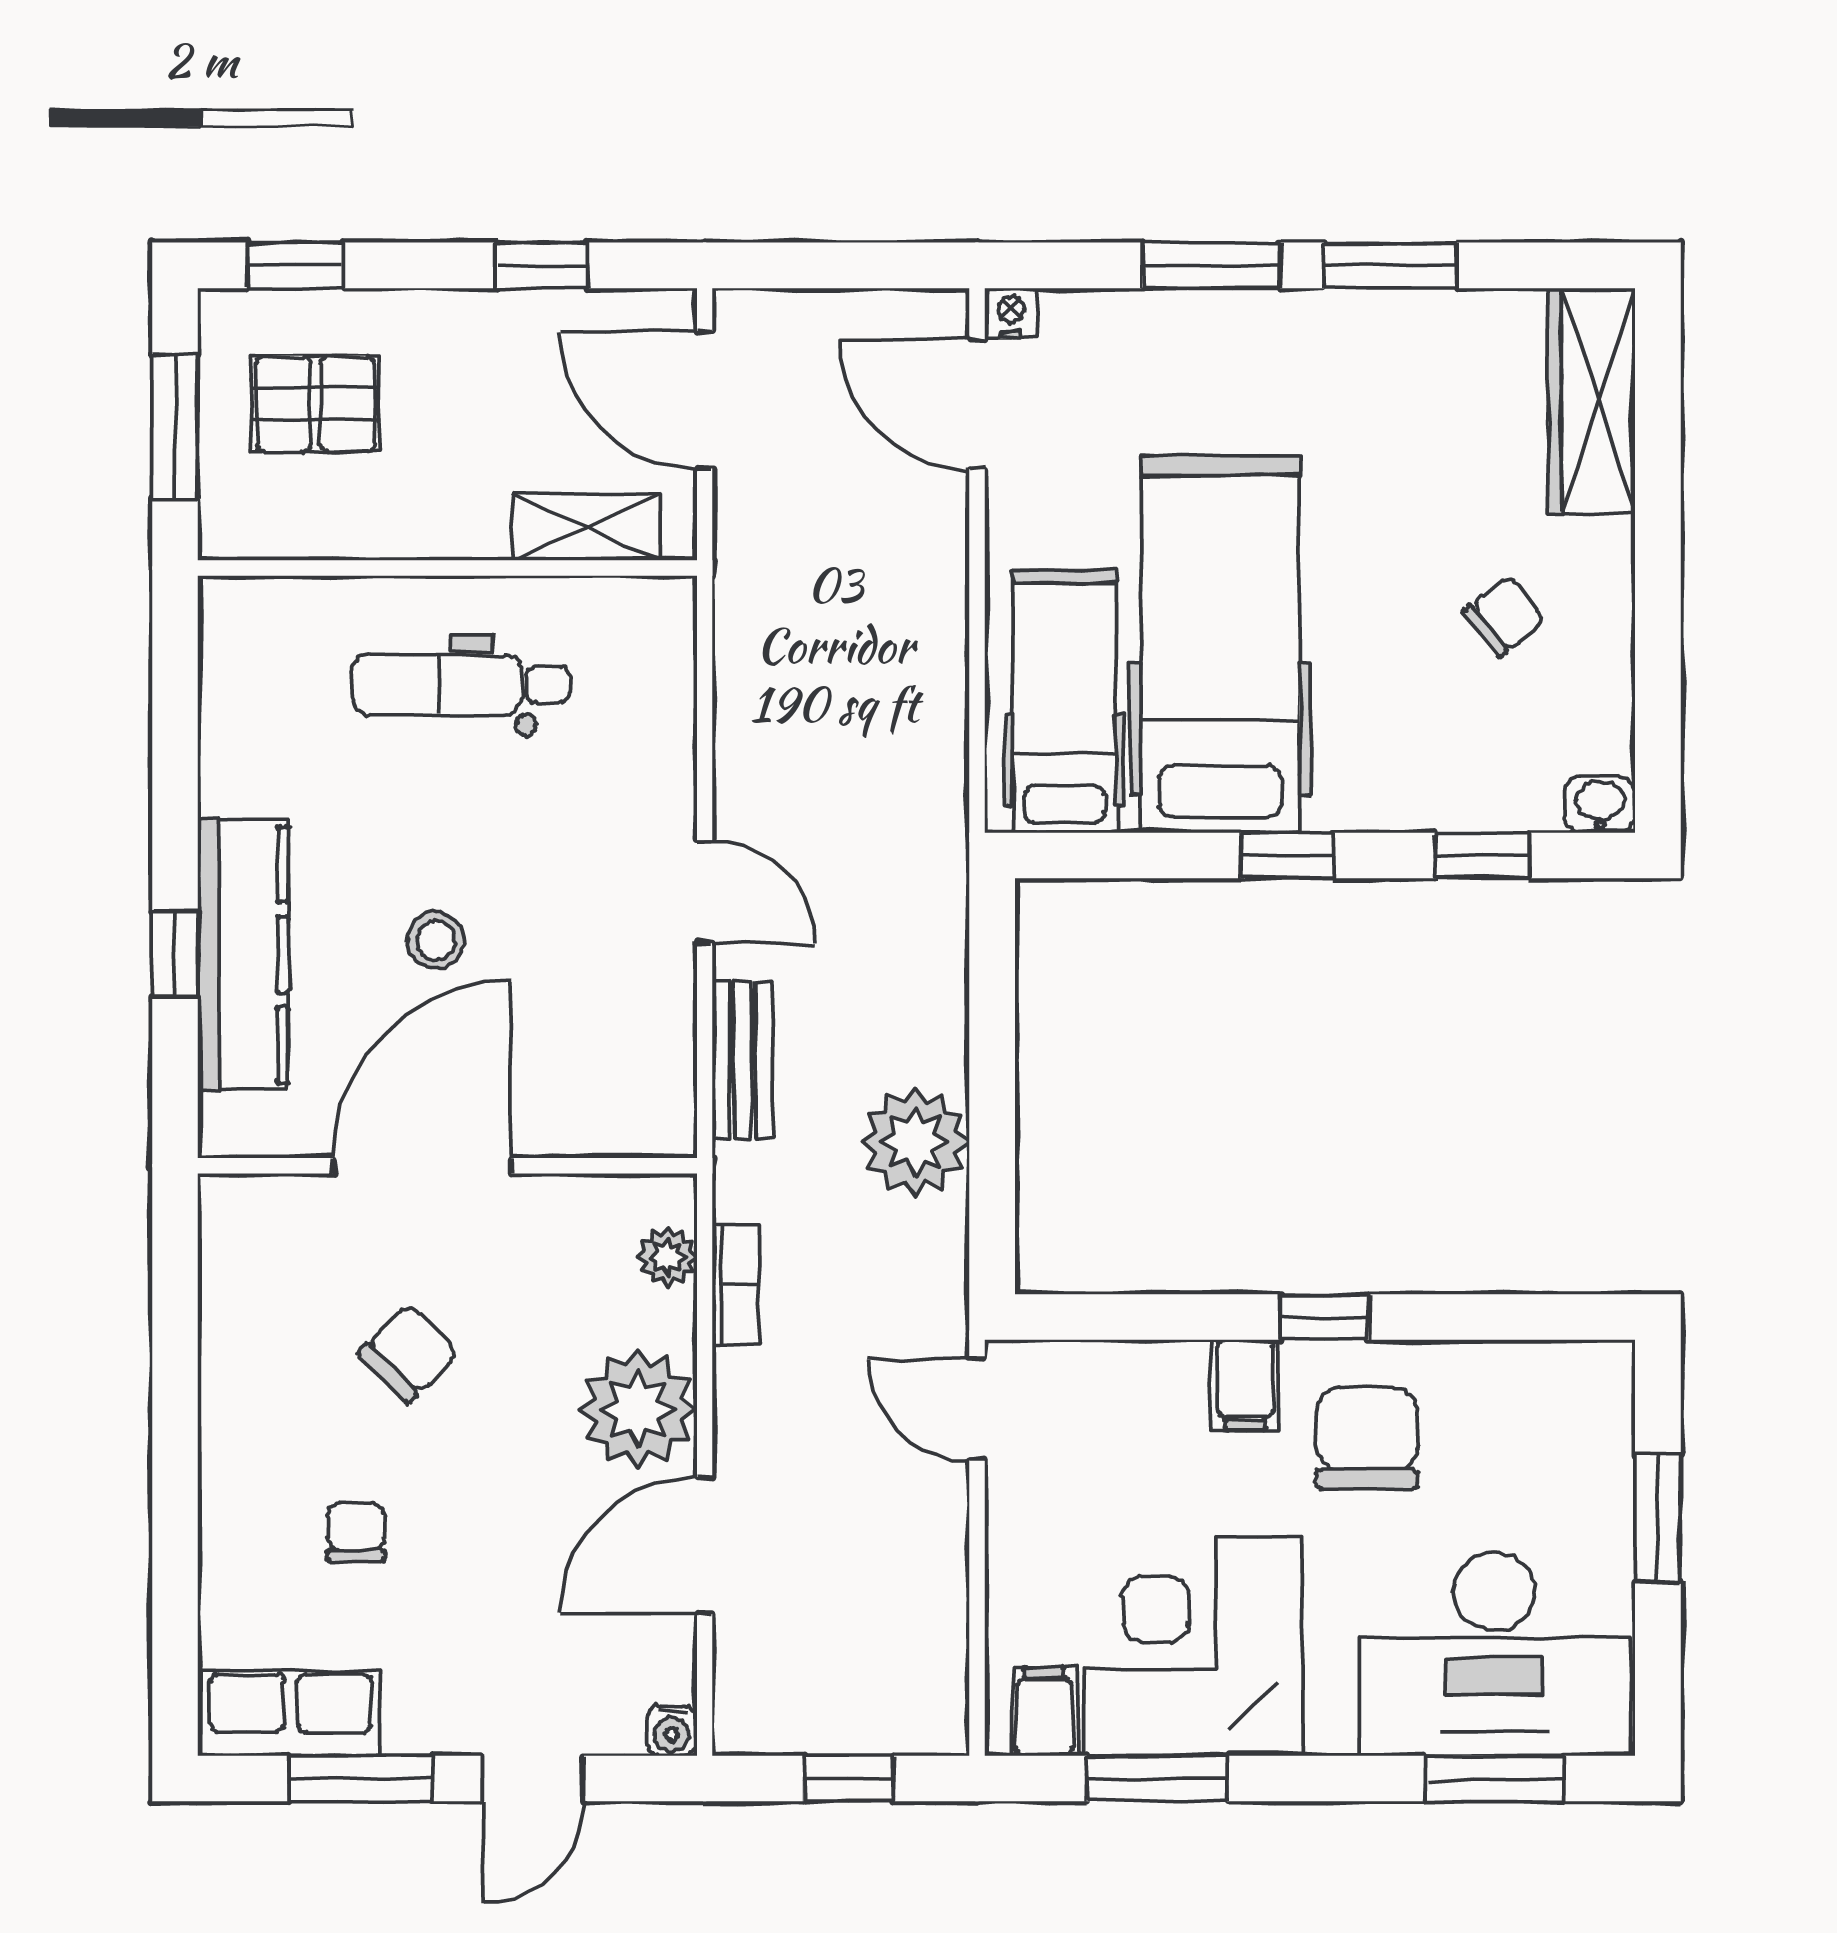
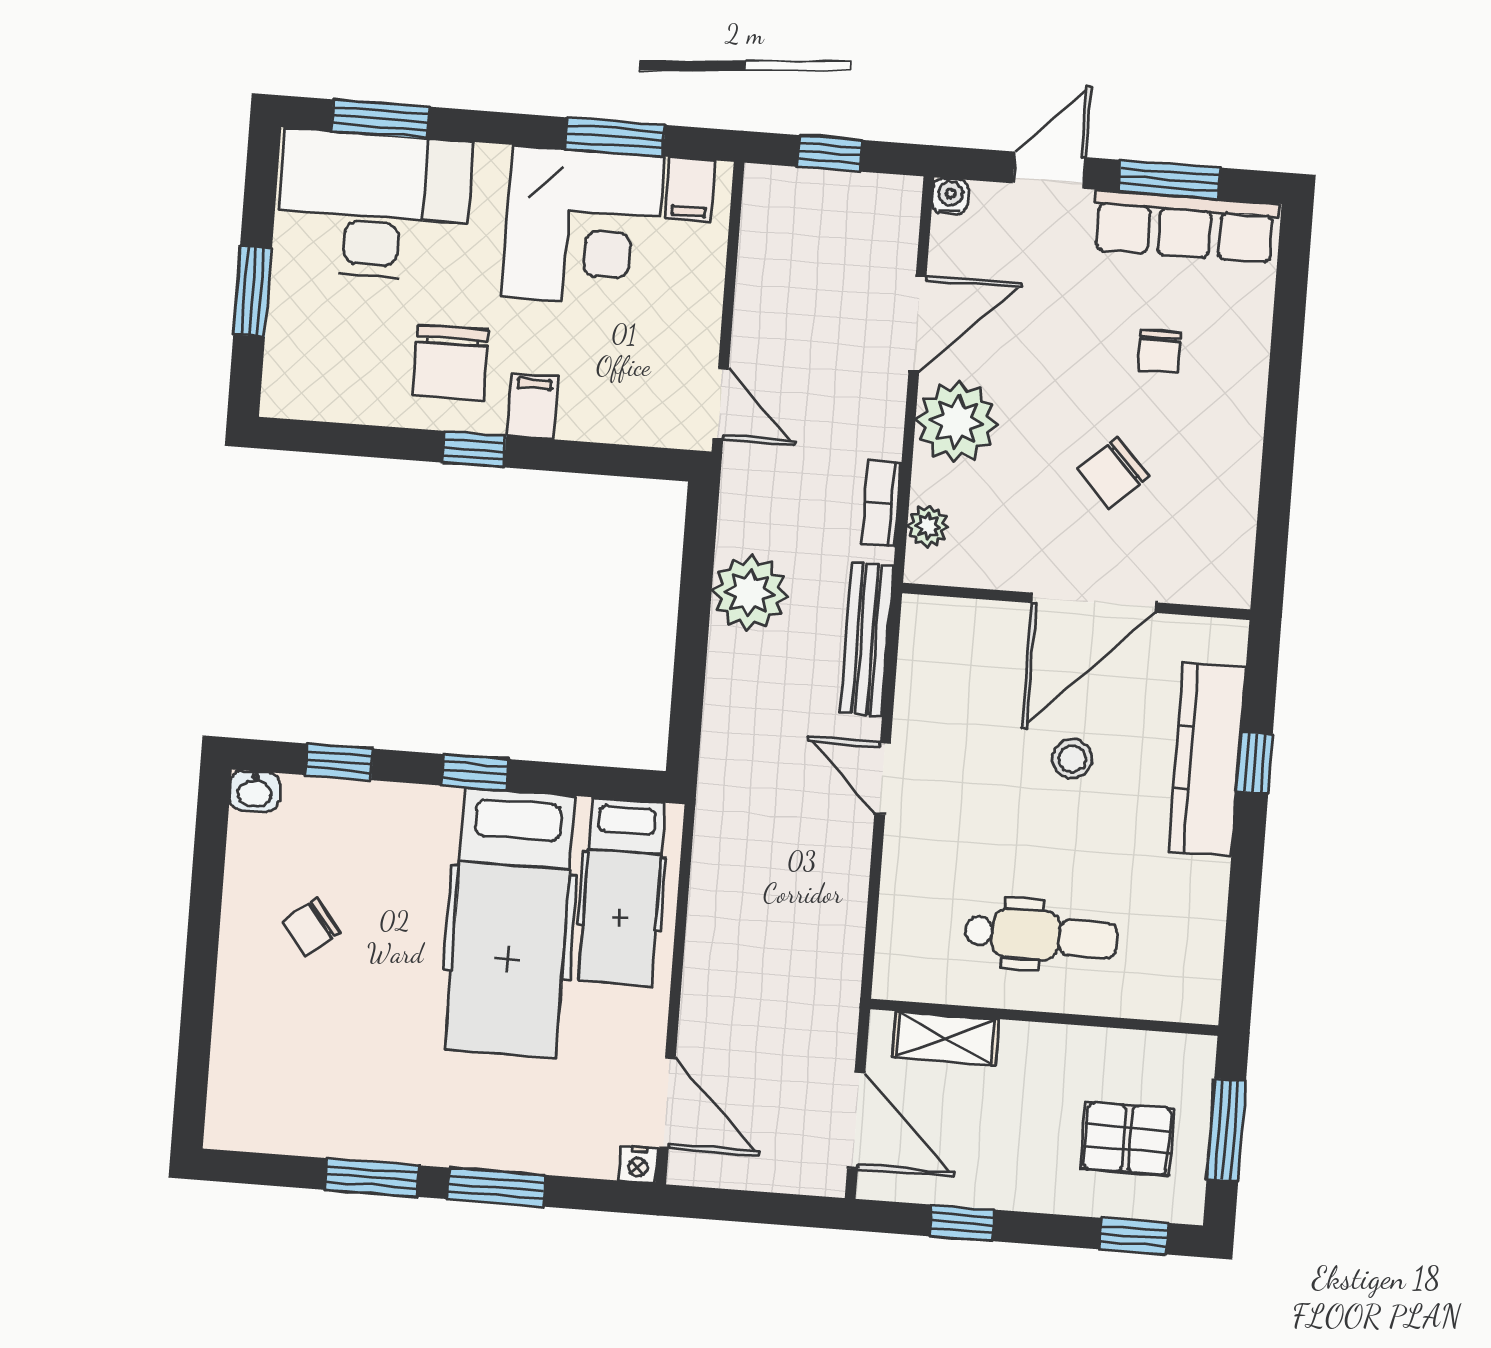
wardrobe: (1592, 401) -> (239, 1073), removed
bench: (742, 1060) -> (867, 639), width x1.36
row of seats: (291, 1713) -> (1185, 226), width x1.48

